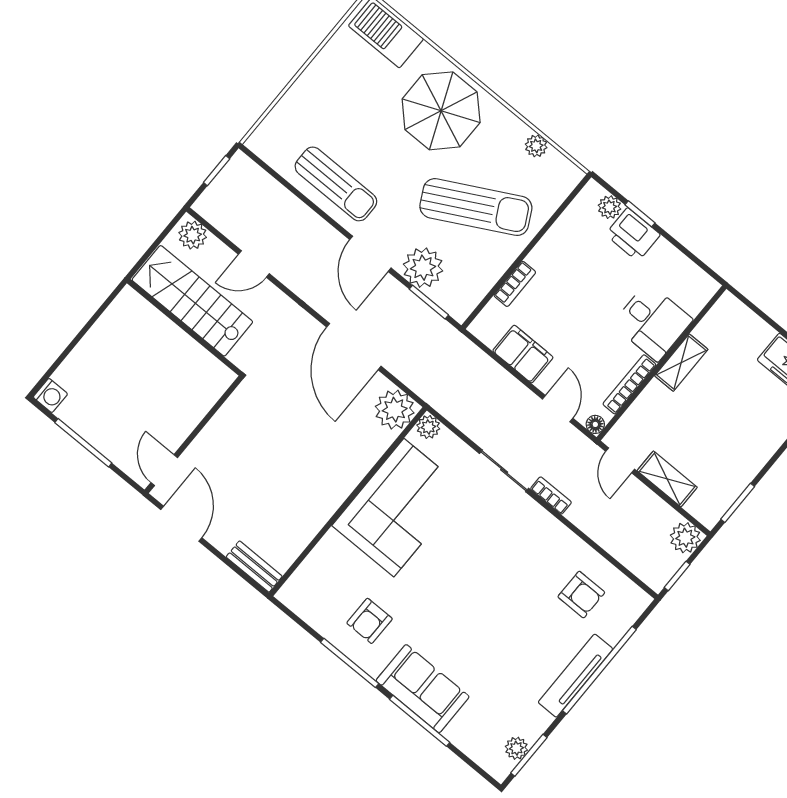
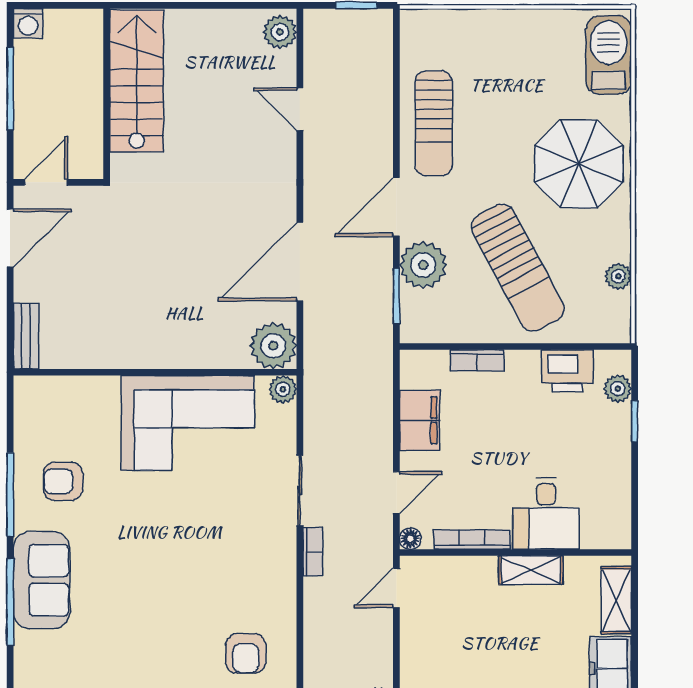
printer: (633, 235) -> (567, 371), moved, turned -90
stairs: (192, 301) -> (137, 81), moved
wall: (185, 327) -> (107, 94), moved
shelving: (667, 479) -> (616, 600), moved

